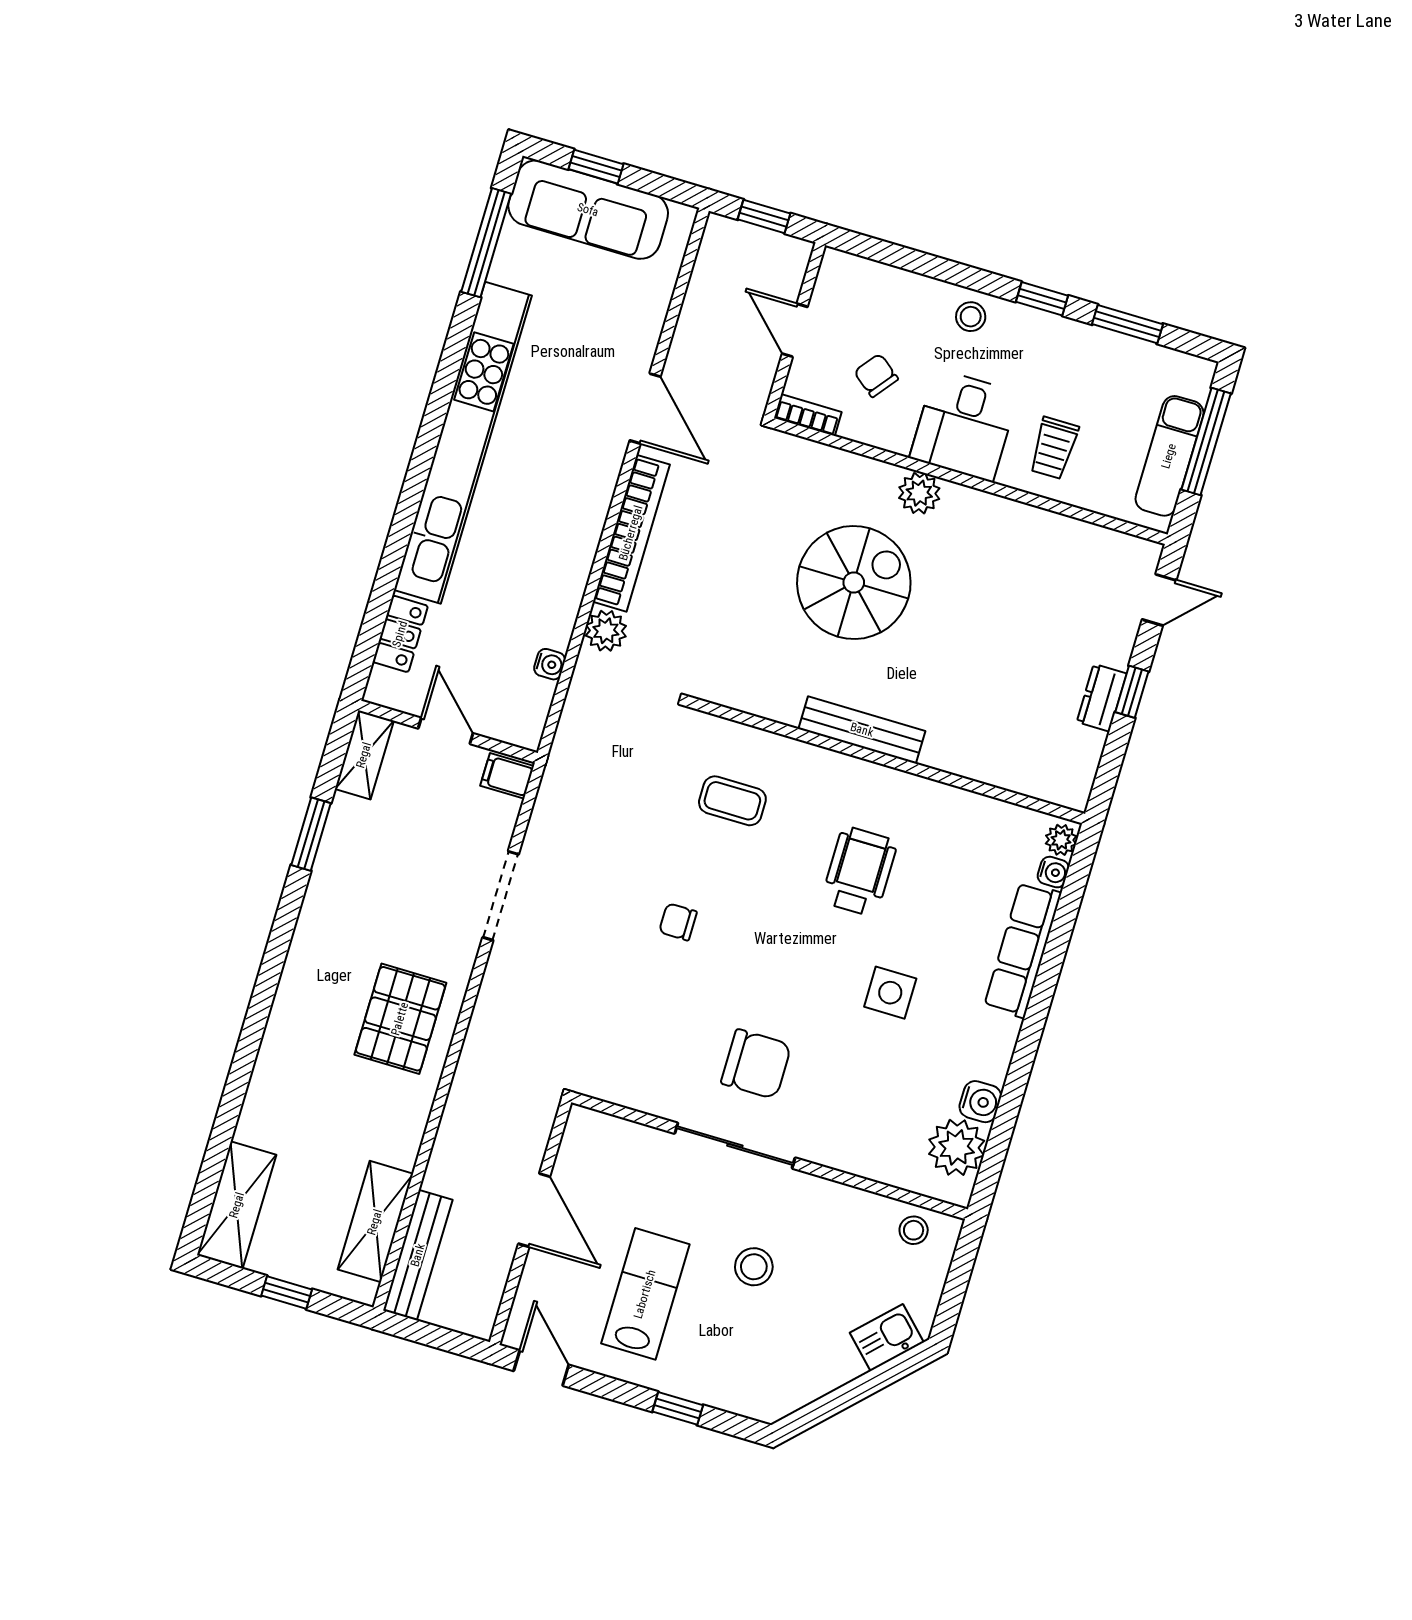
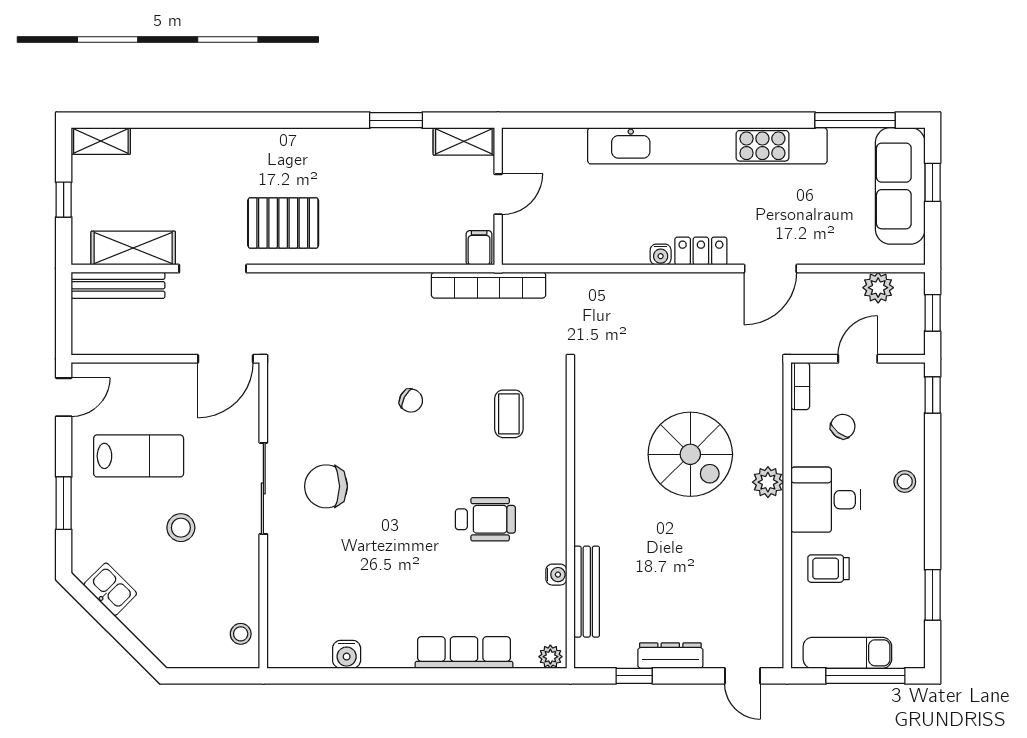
window: (1042, 299) -> (933, 395), moved
bookcase: (631, 533) -> (489, 285), moved
plant: (606, 631) -> (878, 288), moved
locker: (400, 634) -> (701, 251), moved, turned 180
water cooler: (550, 664) -> (661, 254), moved
window: (1132, 692) -> (634, 676), moved
dresser: (1102, 698) -> (670, 656), width x1.44
bench: (862, 730) -> (587, 592), moved
water cooler: (1053, 872) -> (556, 575), moved, turned -90
doorway: (501, 896) -> (213, 269), moved
chair: (678, 922) -> (411, 401), turned 118
side table: (890, 993) -> (405, 567), removed
chair: (756, 1064) -> (326, 486), turned 90
plant: (957, 1147) -> (309, 647), removed
shelving: (237, 1205) -> (101, 141), width x0.67, depth x0.75
door: (534, 1210) -> (225, 359), moved
kitchen sink: (887, 1338) -> (110, 589), moved
window: (678, 1408) -> (64, 503), width x1.50

